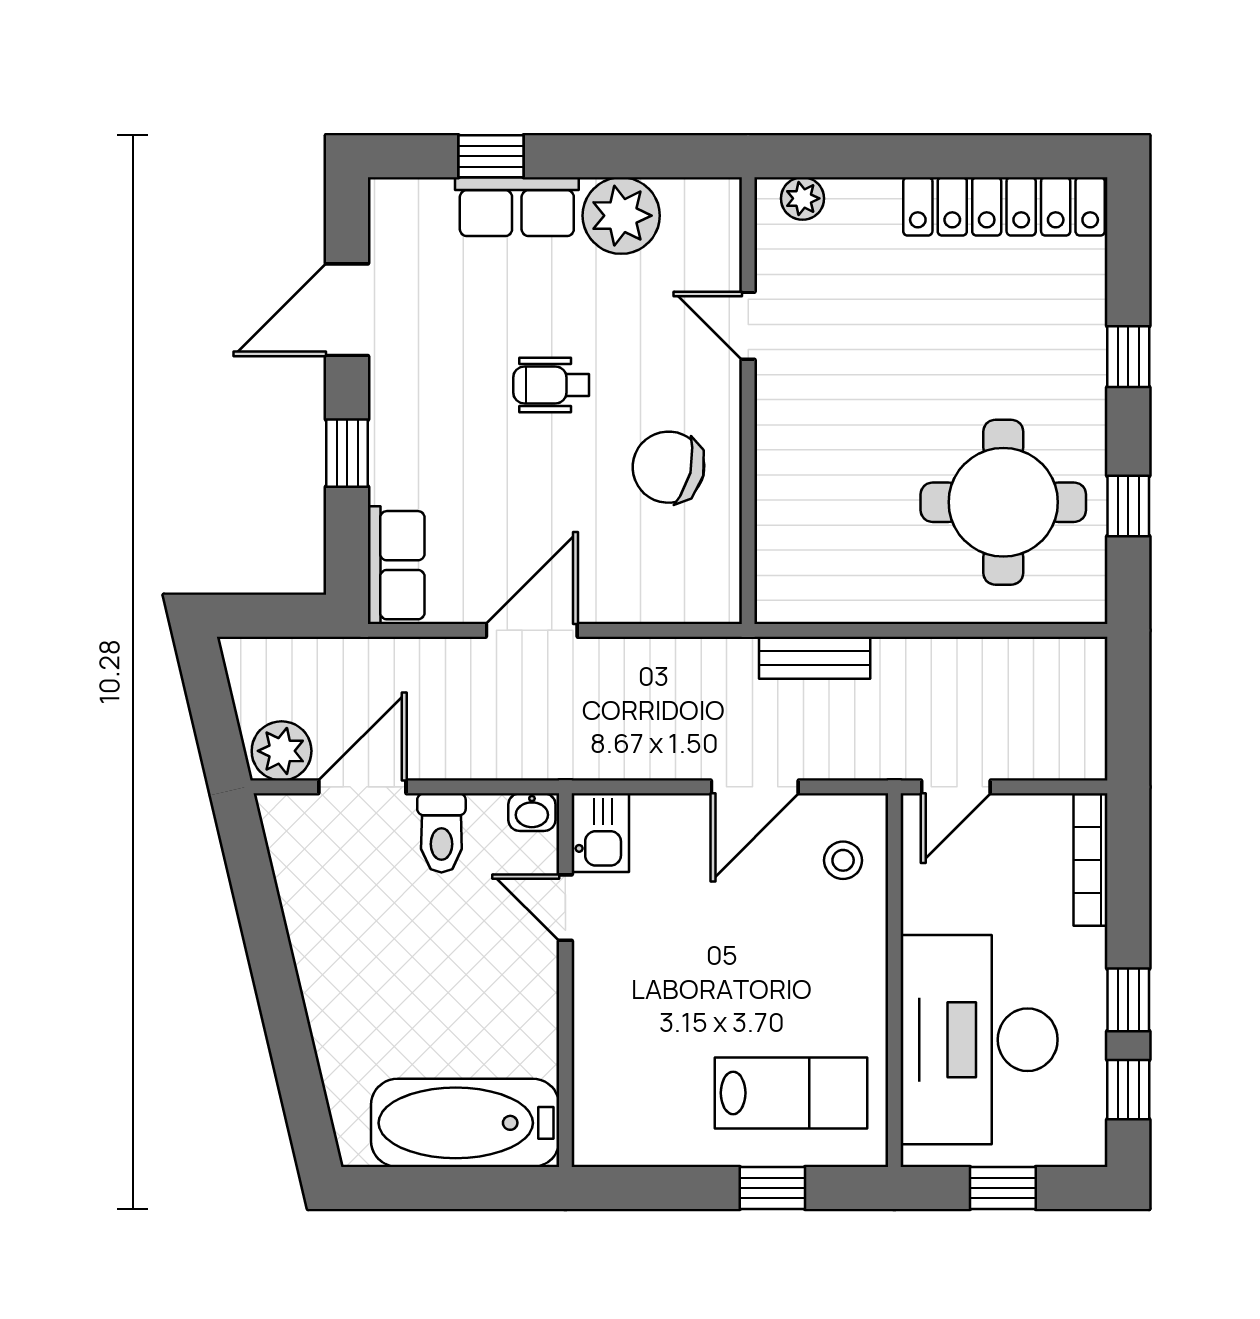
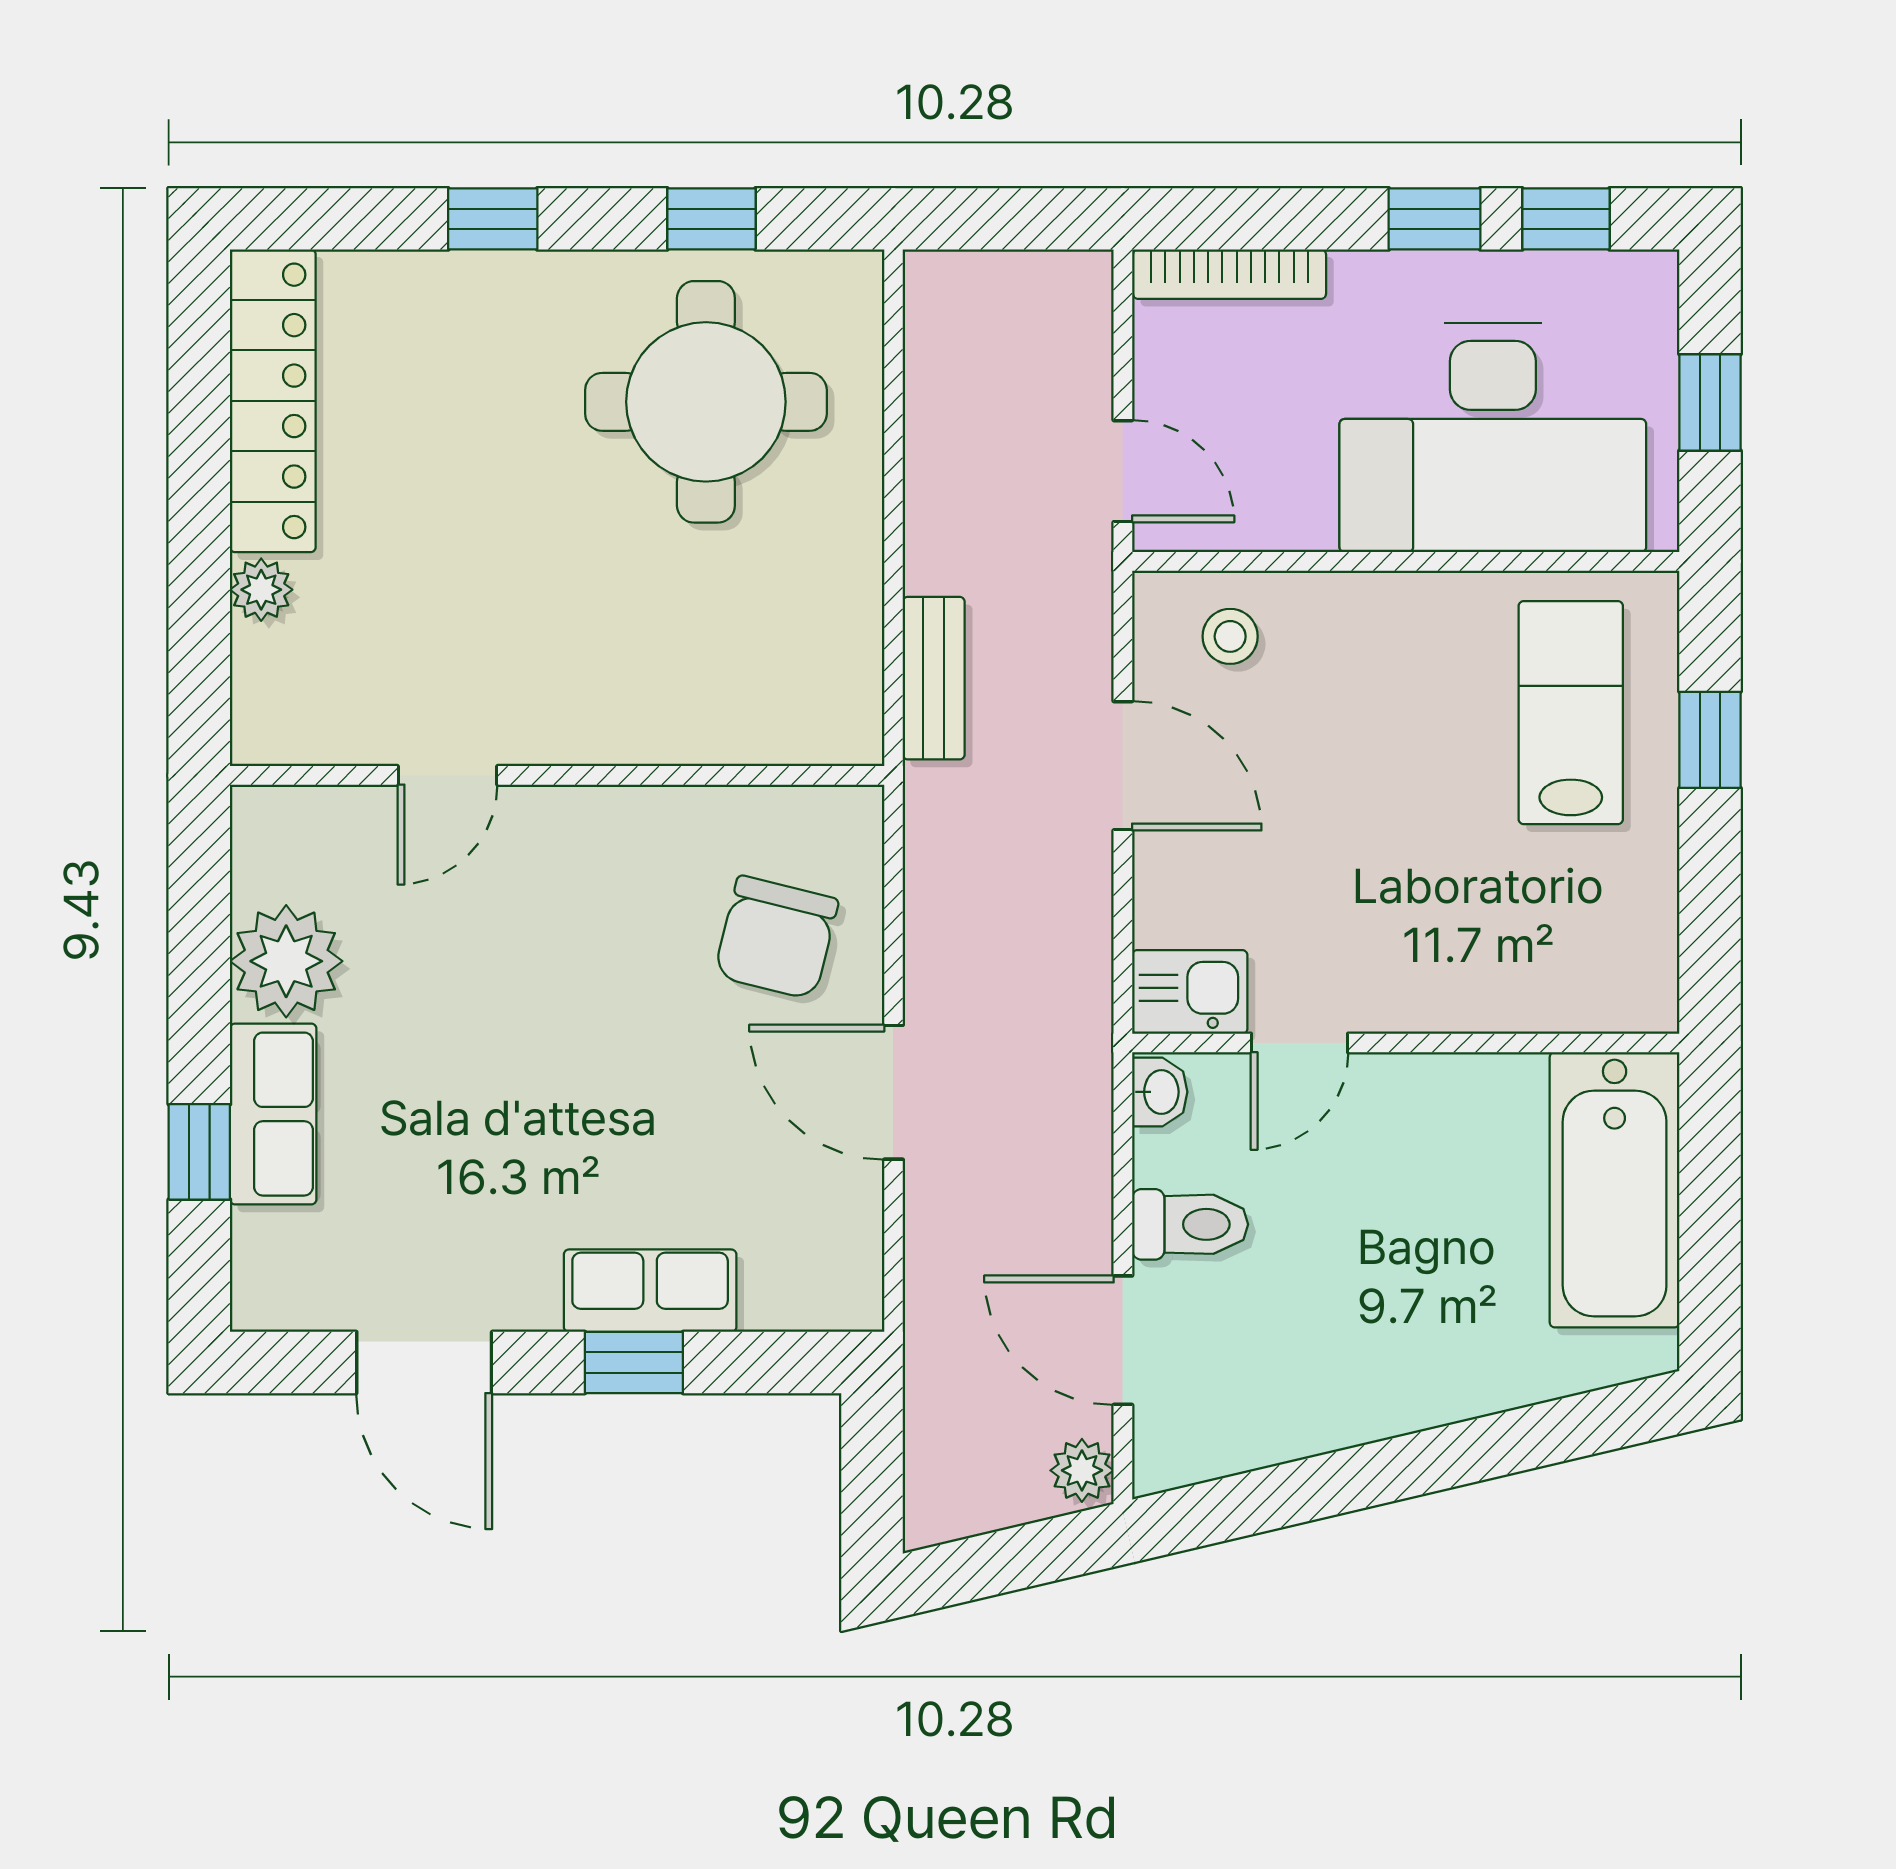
plant: (802, 198) -> (261, 590), moved
wheelchair: (551, 385) -> (534, 1064), removed
chair: (668, 467) -> (776, 938), moved
row of seats: (396, 565) -> (650, 1291), moved
plant: (282, 751) -> (1082, 1470), width x0.73, depth x0.73

